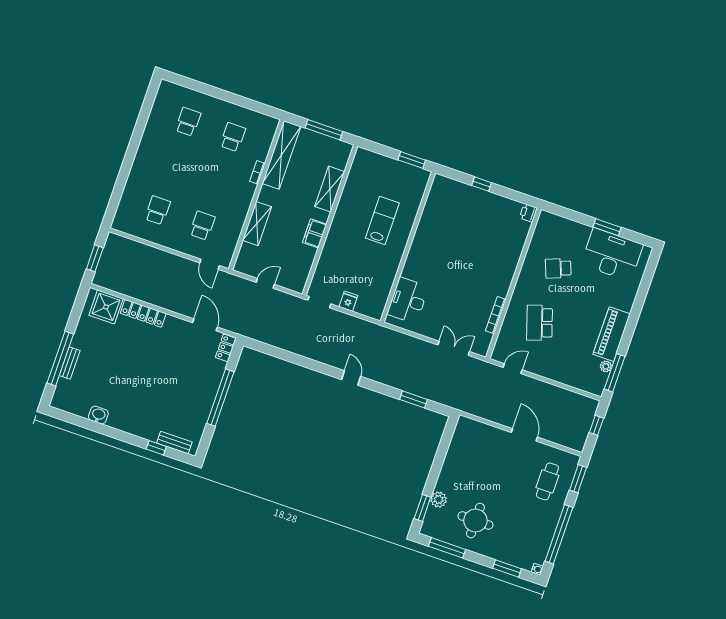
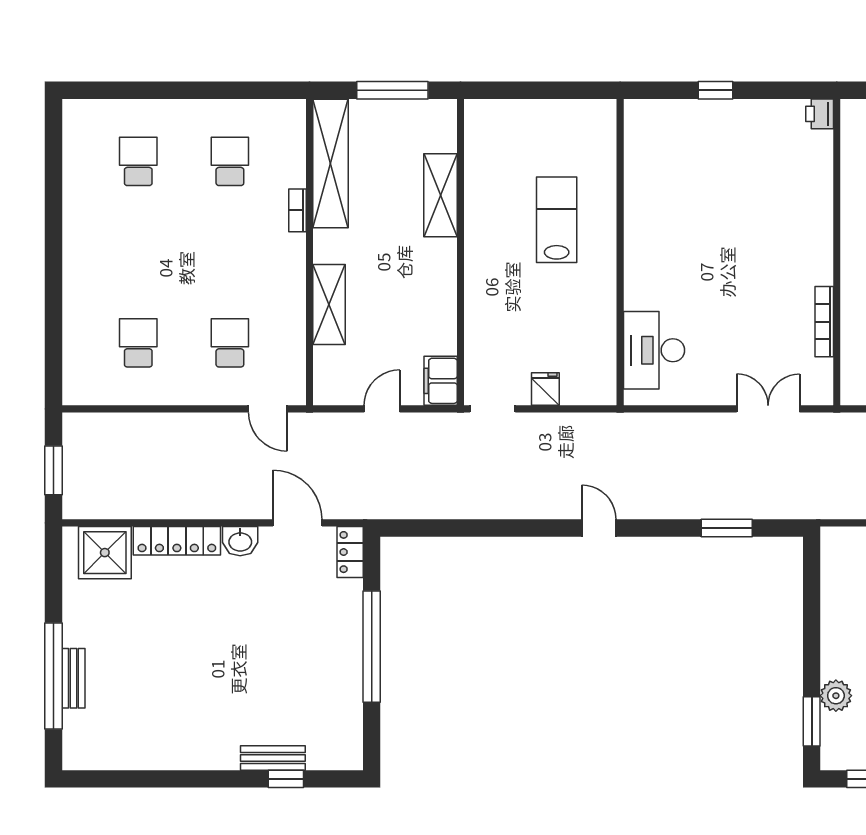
window: (412, 160) -> (572, 90), removed
filing cabinet: (315, 233) -> (441, 381), moved
washbasin: (98, 415) -> (240, 541), moved, turned 180
bench: (174, 443) -> (273, 758), moved

